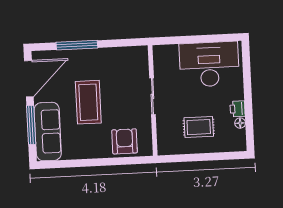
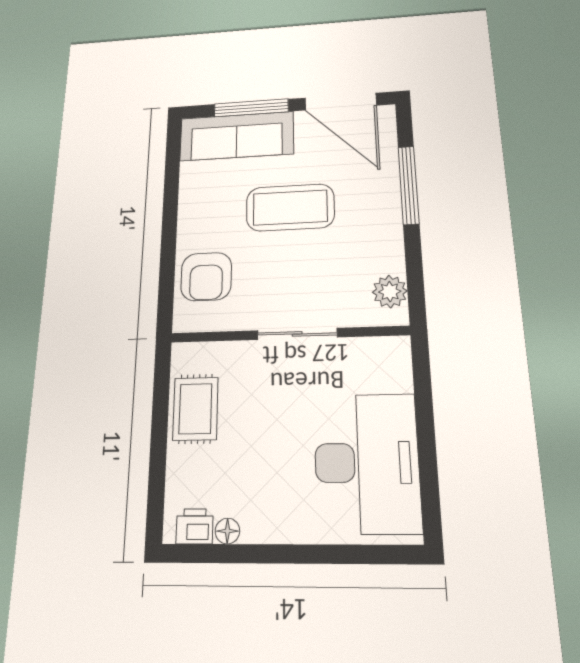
plant: (131, 54) -> (390, 292), added
printer: (237, 109) -> (195, 526), moved
rug: (199, 127) -> (195, 409), moved
armchair: (125, 141) -> (206, 277), turned 90

